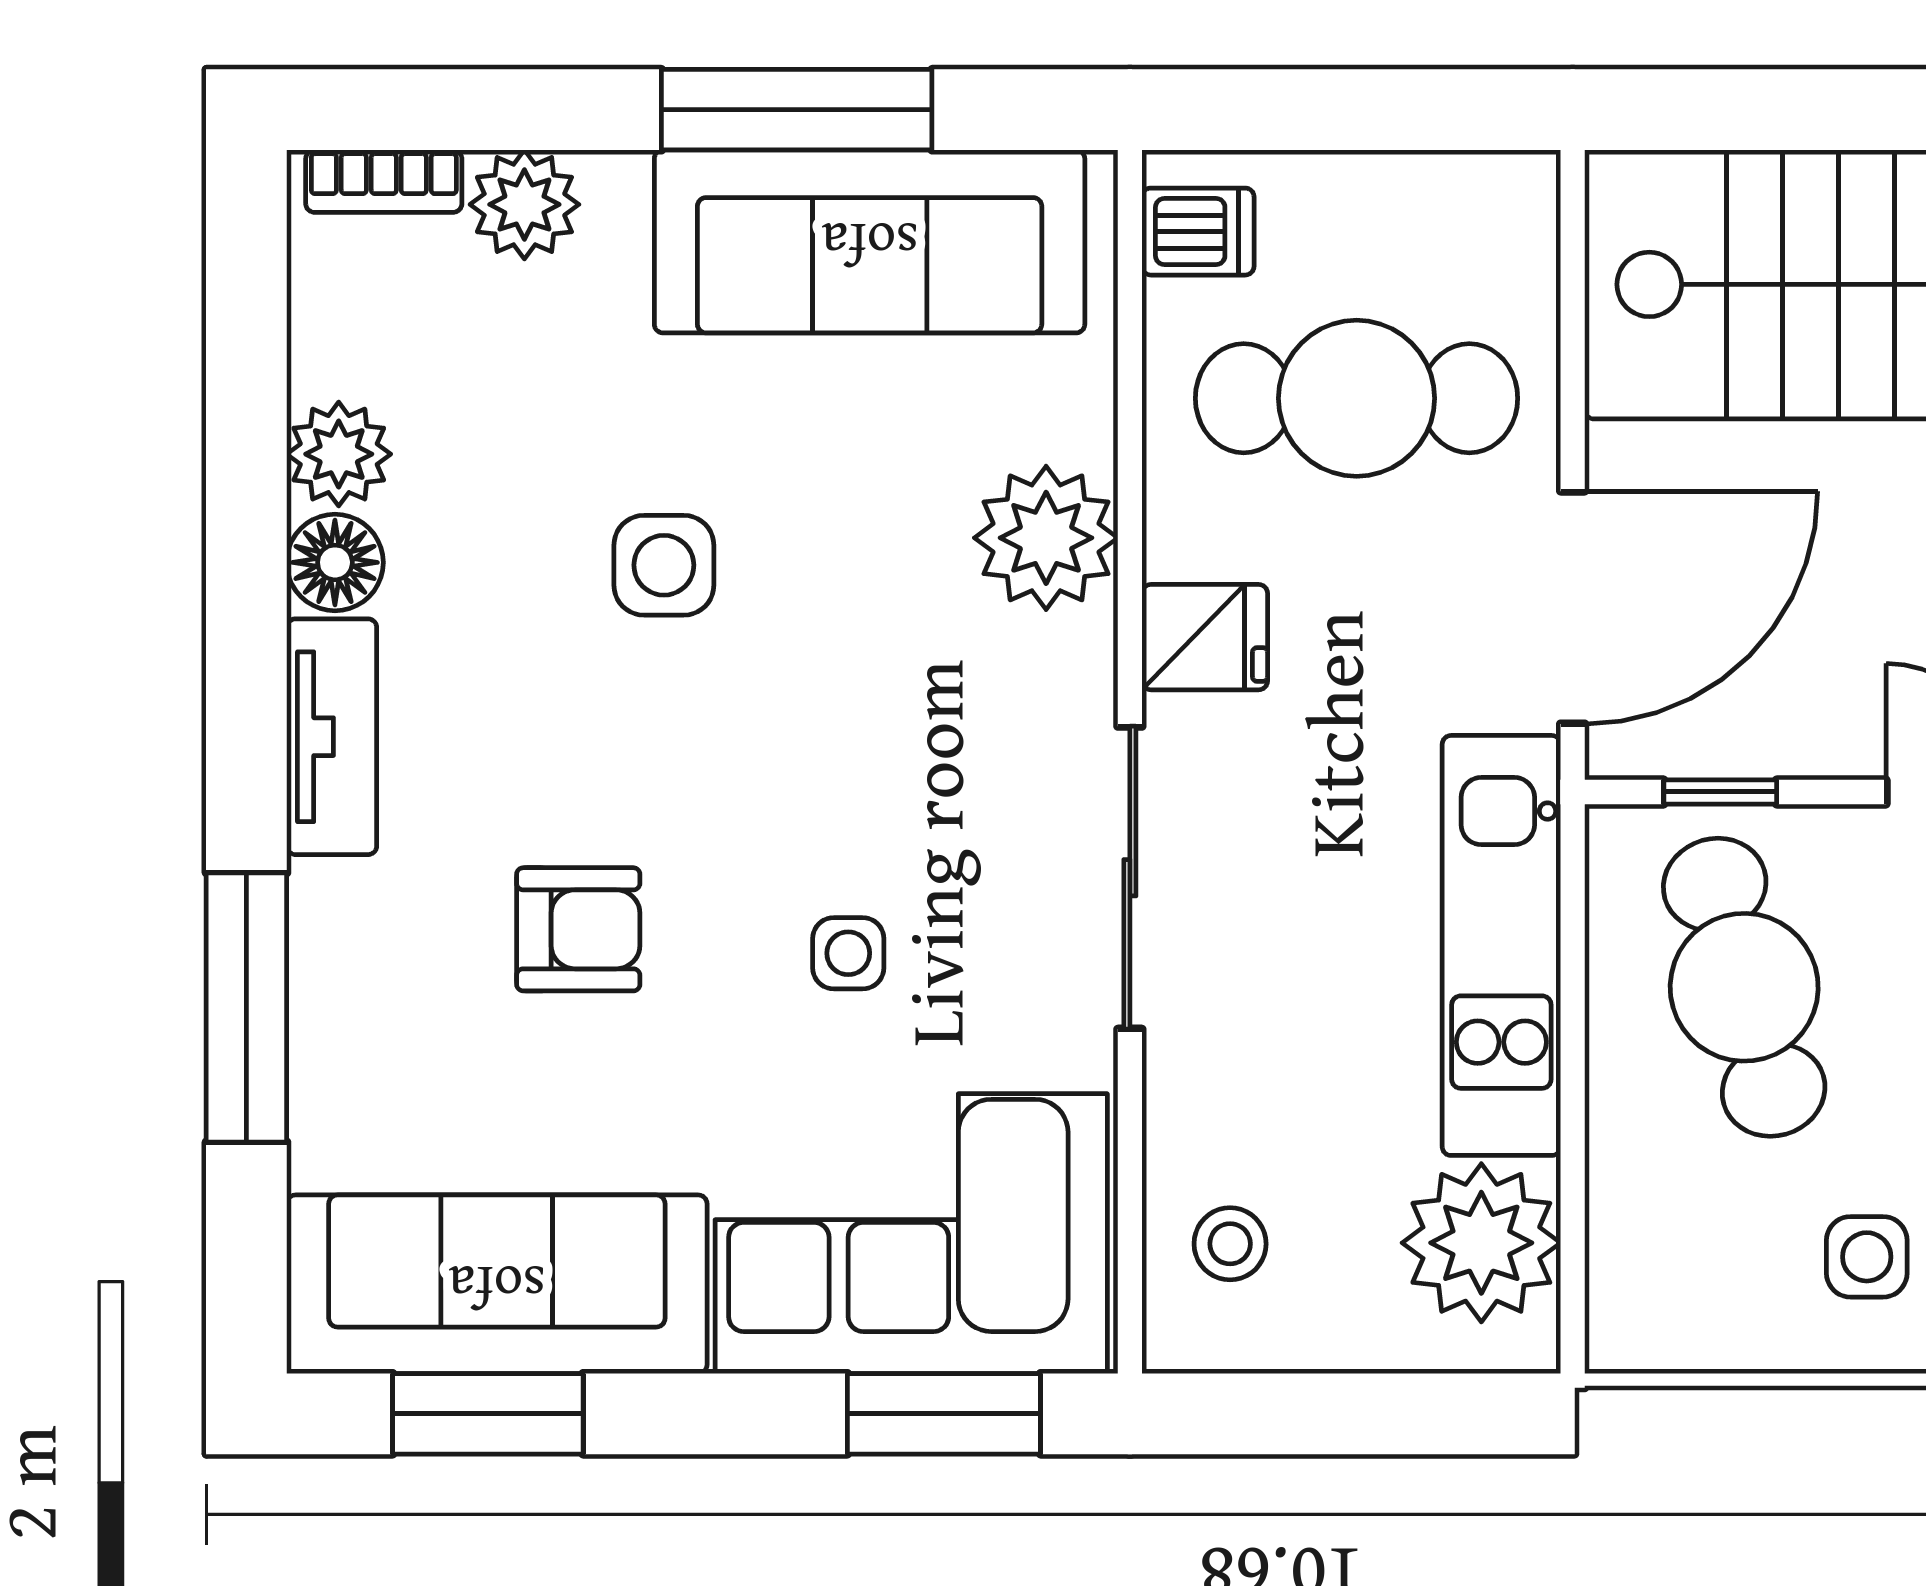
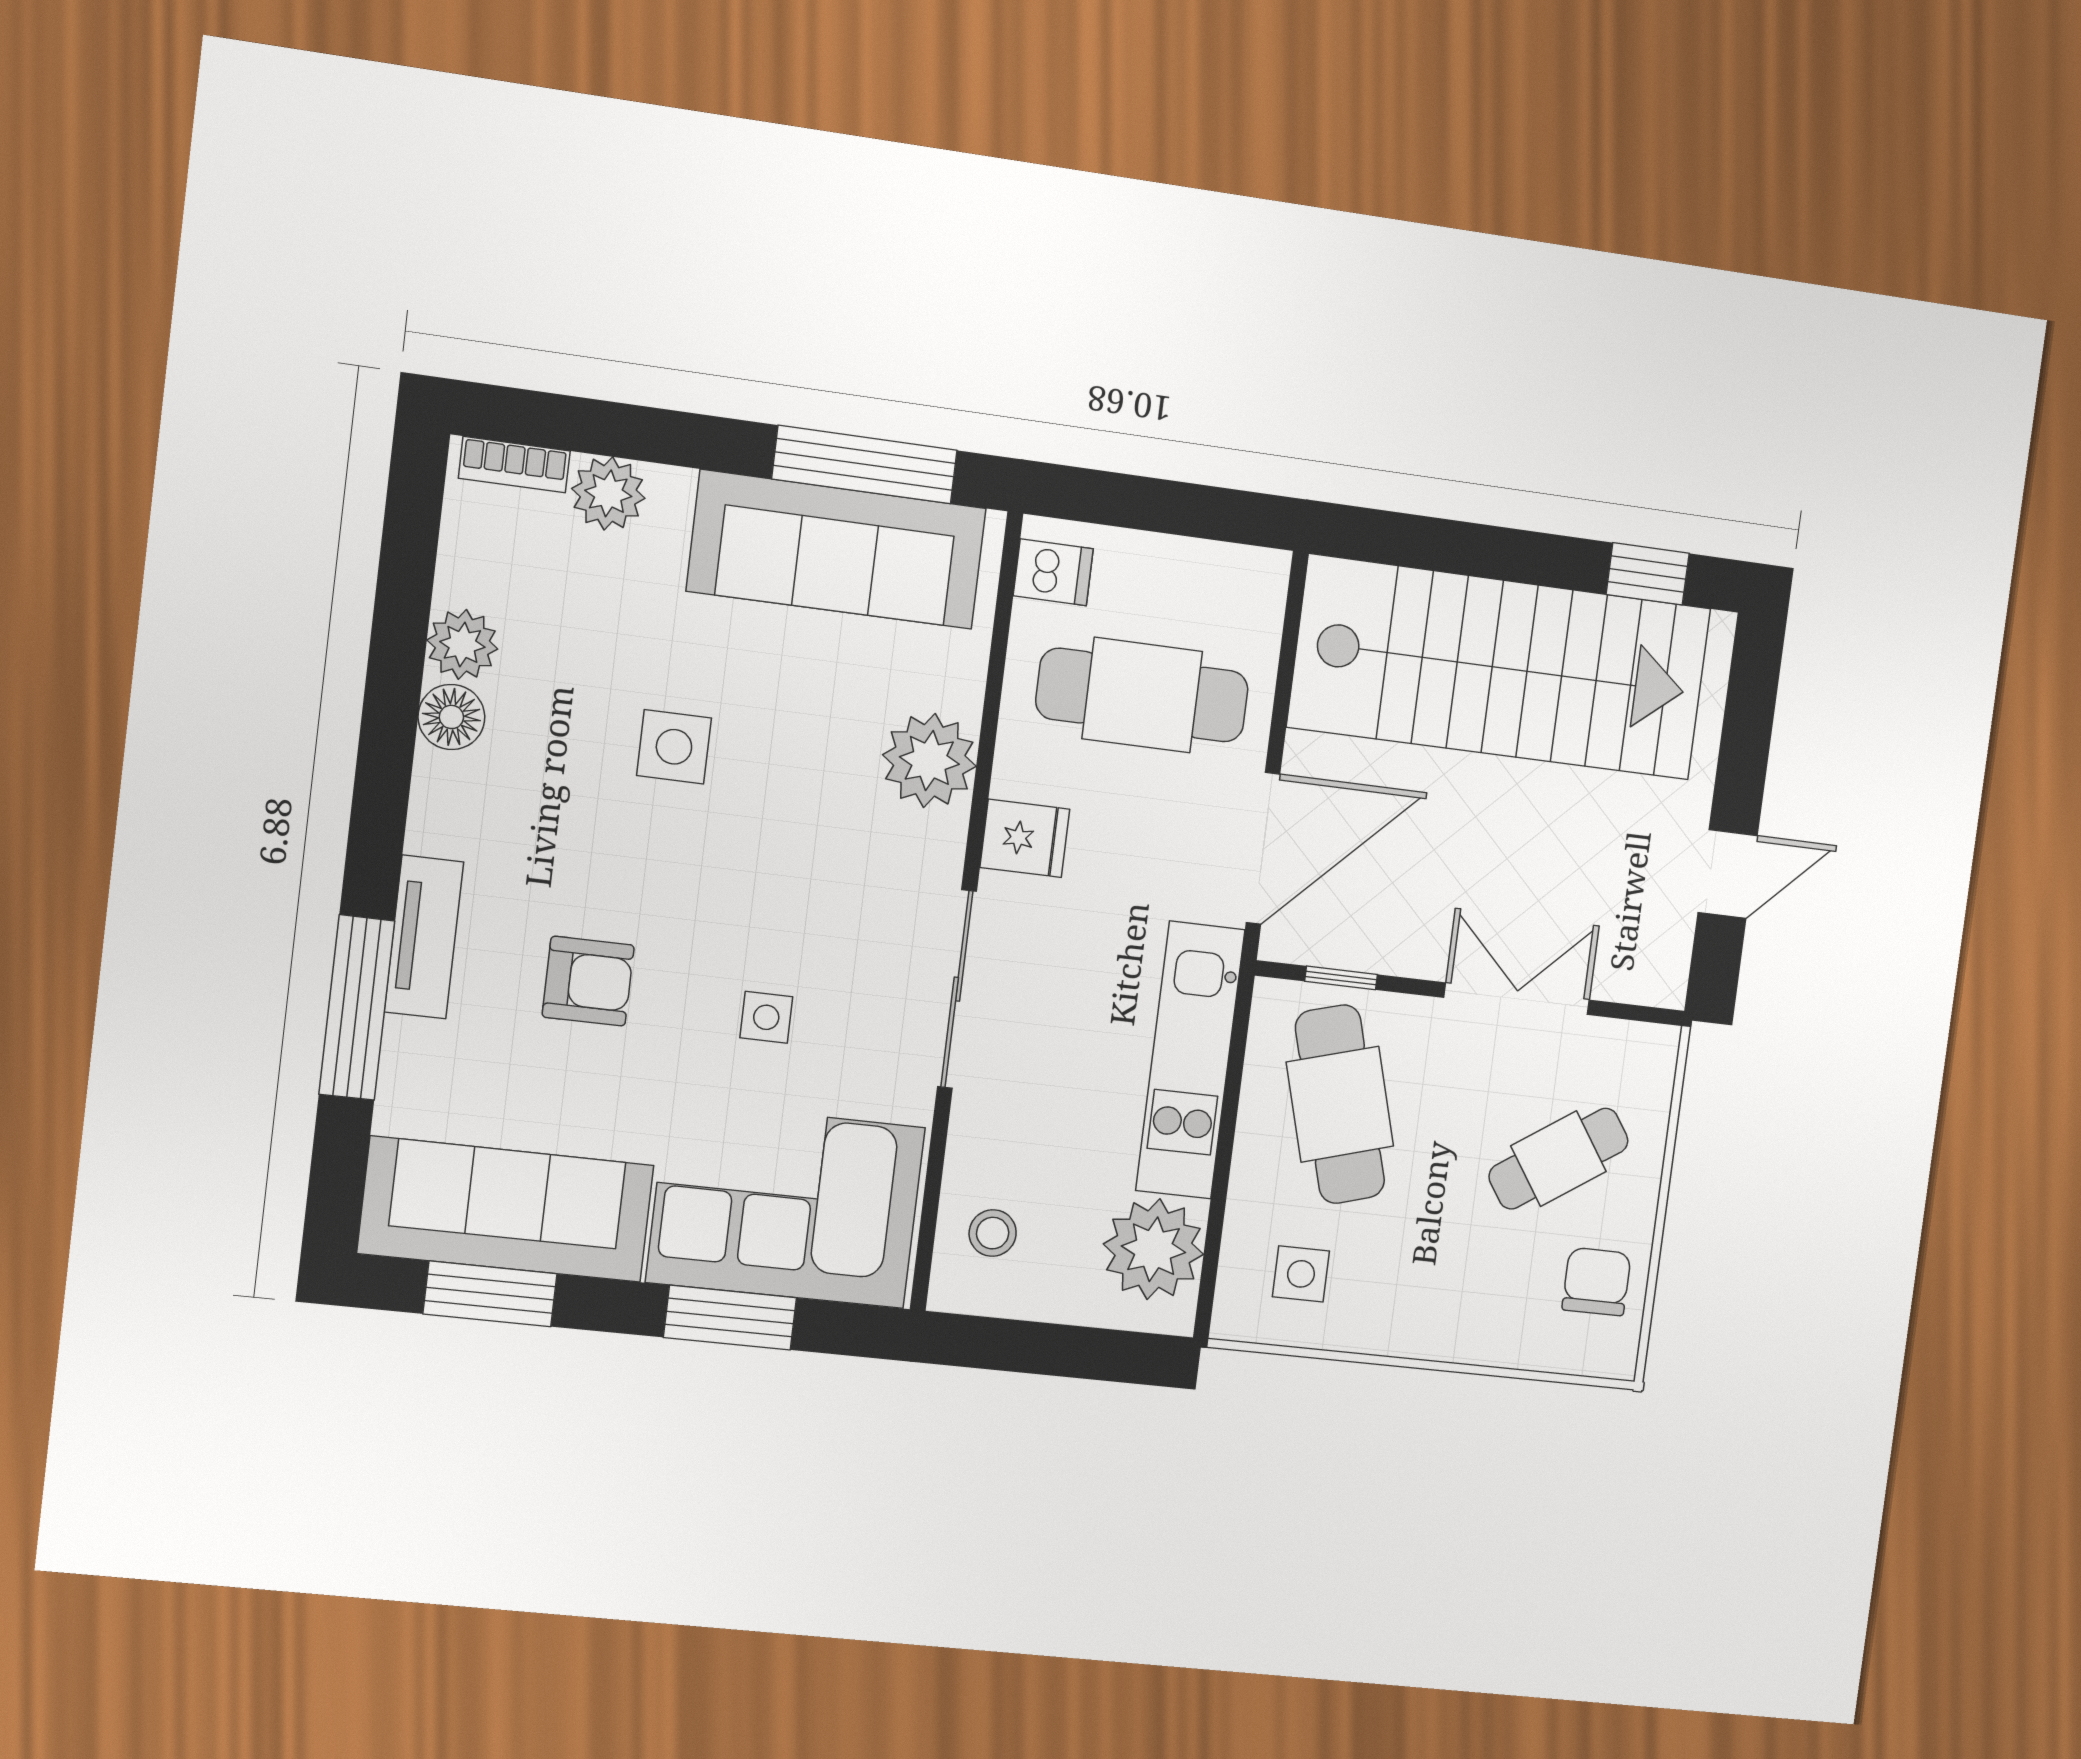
window: (797, 110) -> (865, 464), moved
tv unit: (332, 737) -> (424, 937), moved
side table: (1867, 1257) -> (1301, 1274), moved
window: (944, 1414) -> (730, 1318), moved

